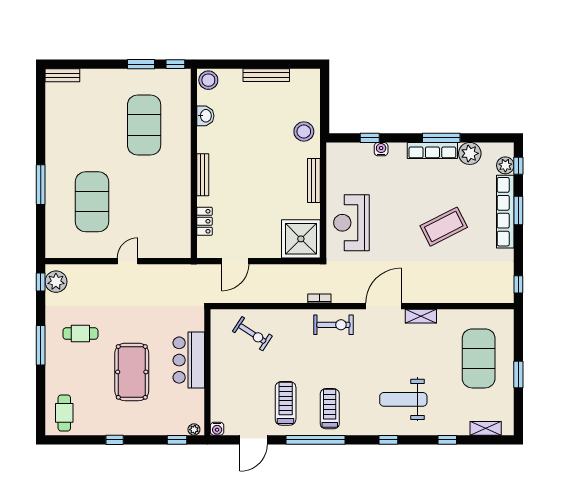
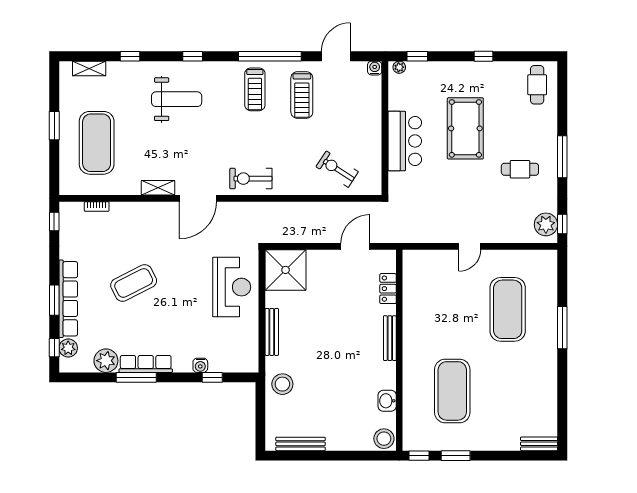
bench: (266, 75) -> (301, 444), moved
bookcase: (319, 298) -> (97, 206), moved

